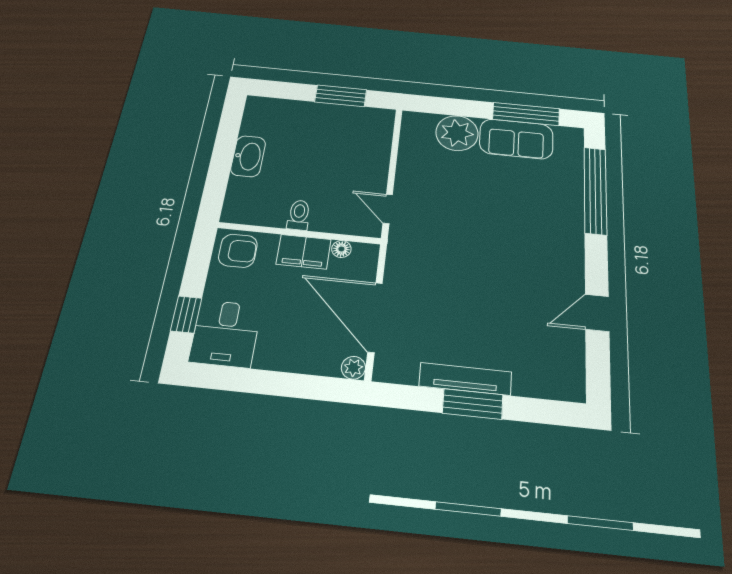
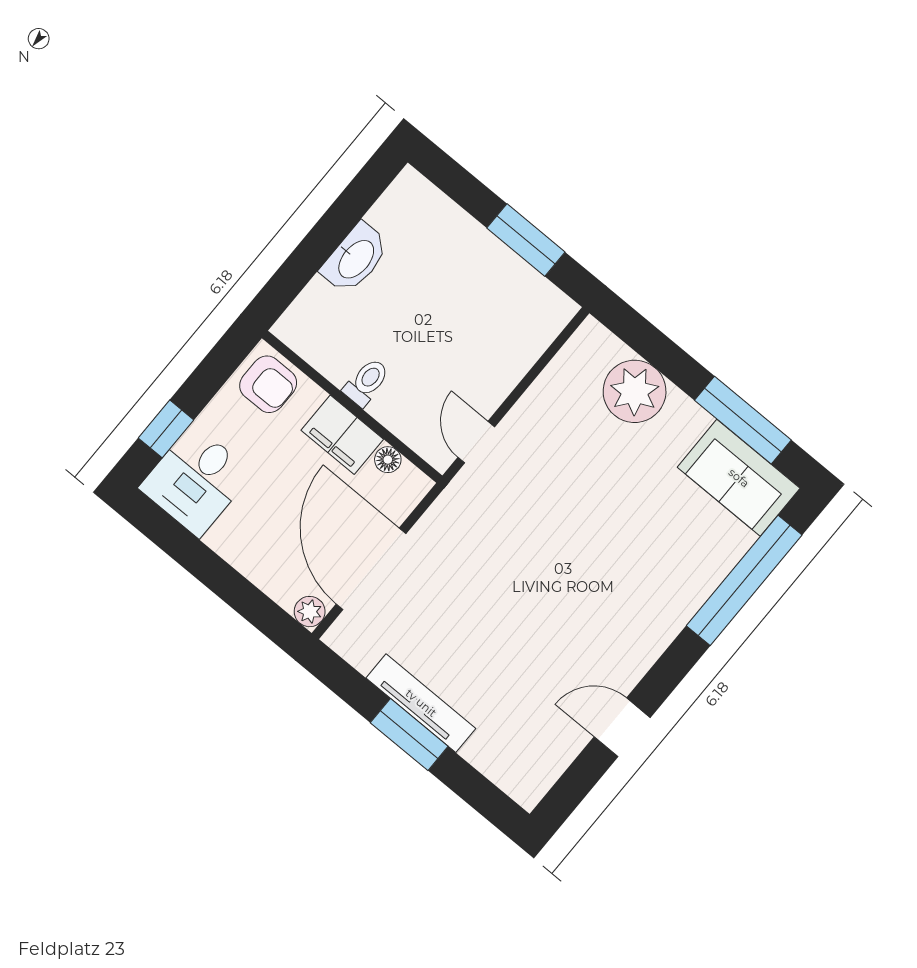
sofa: (516, 139) -> (739, 478), moved

